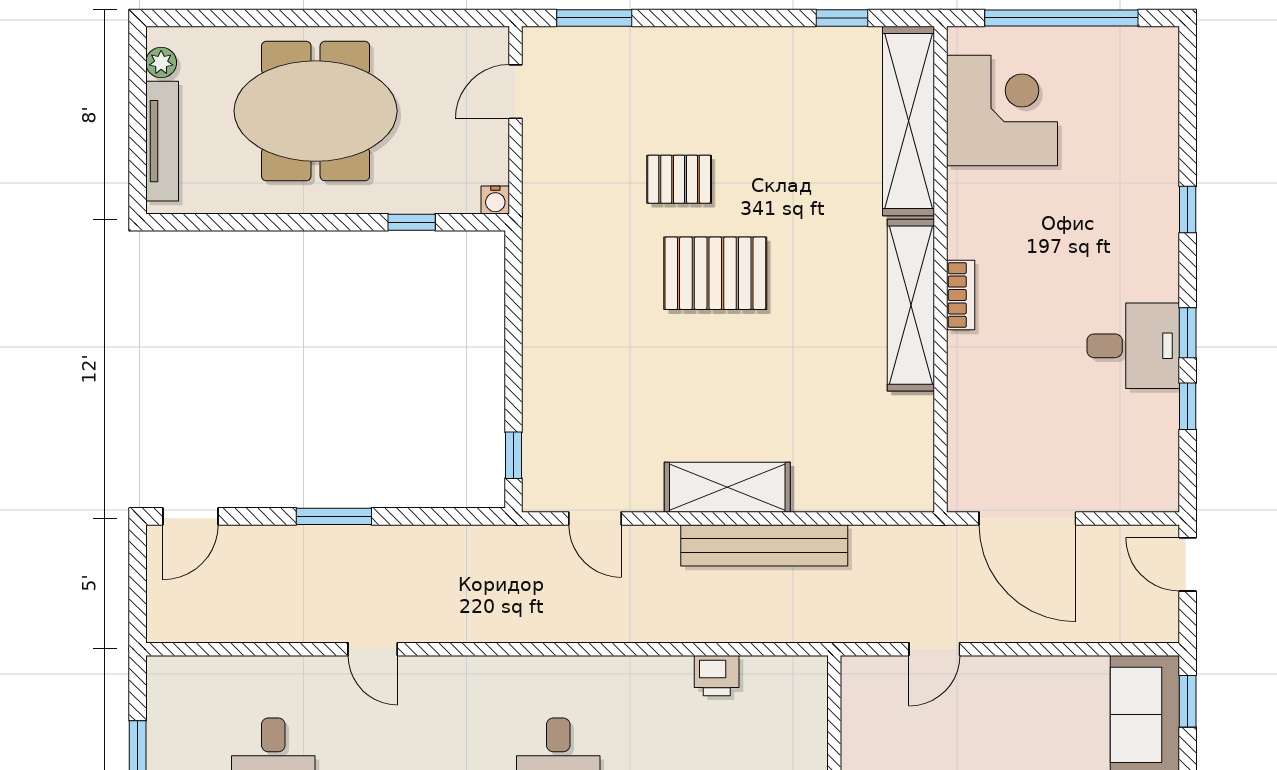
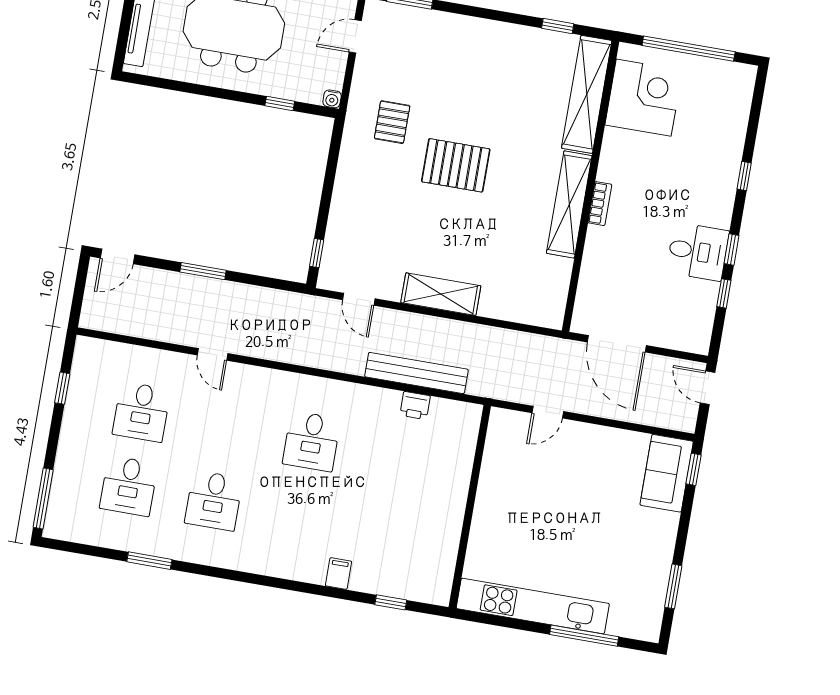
pallet: (679, 179) -> (392, 122), moved, turned 90
bench: (764, 545) -> (416, 373), moved

